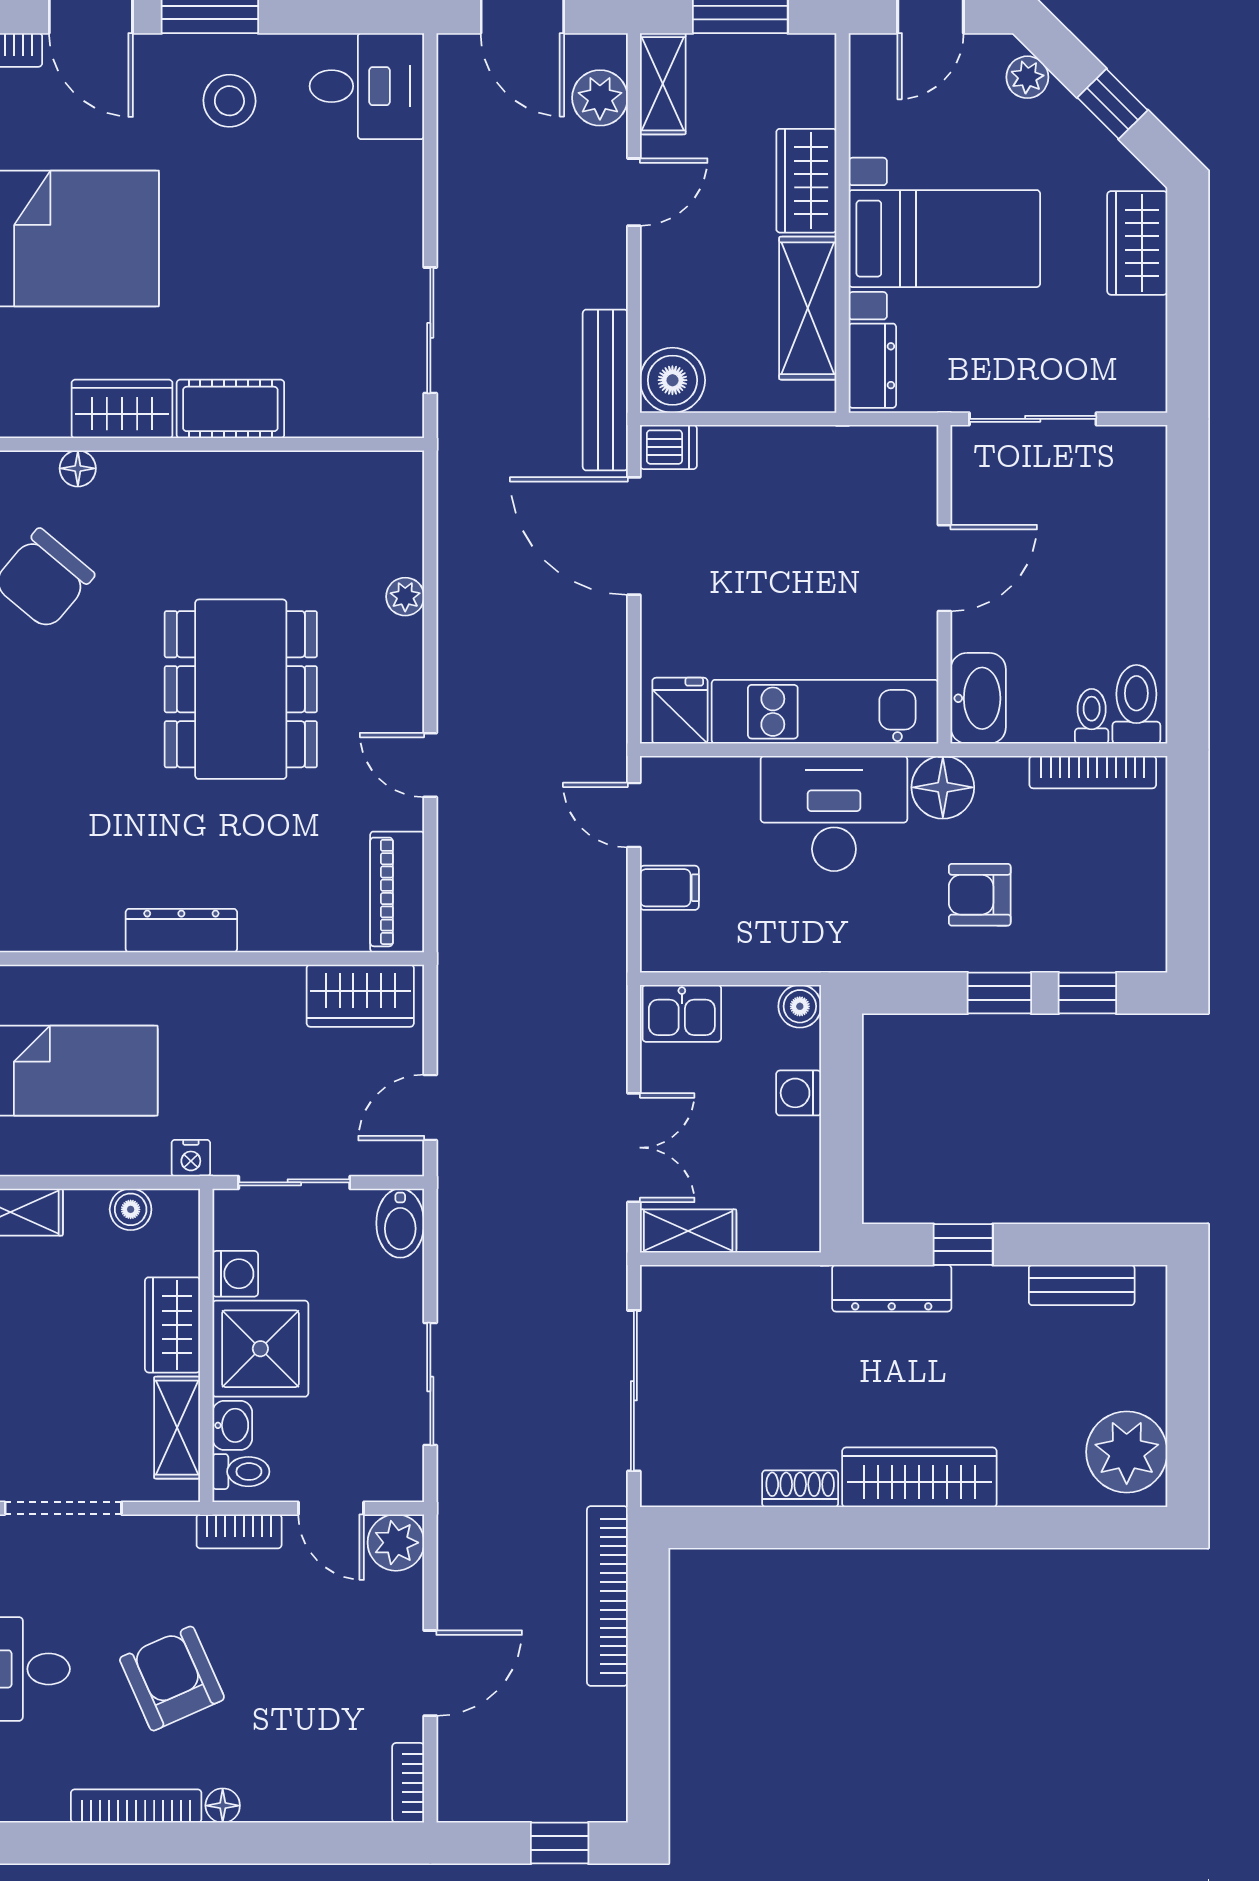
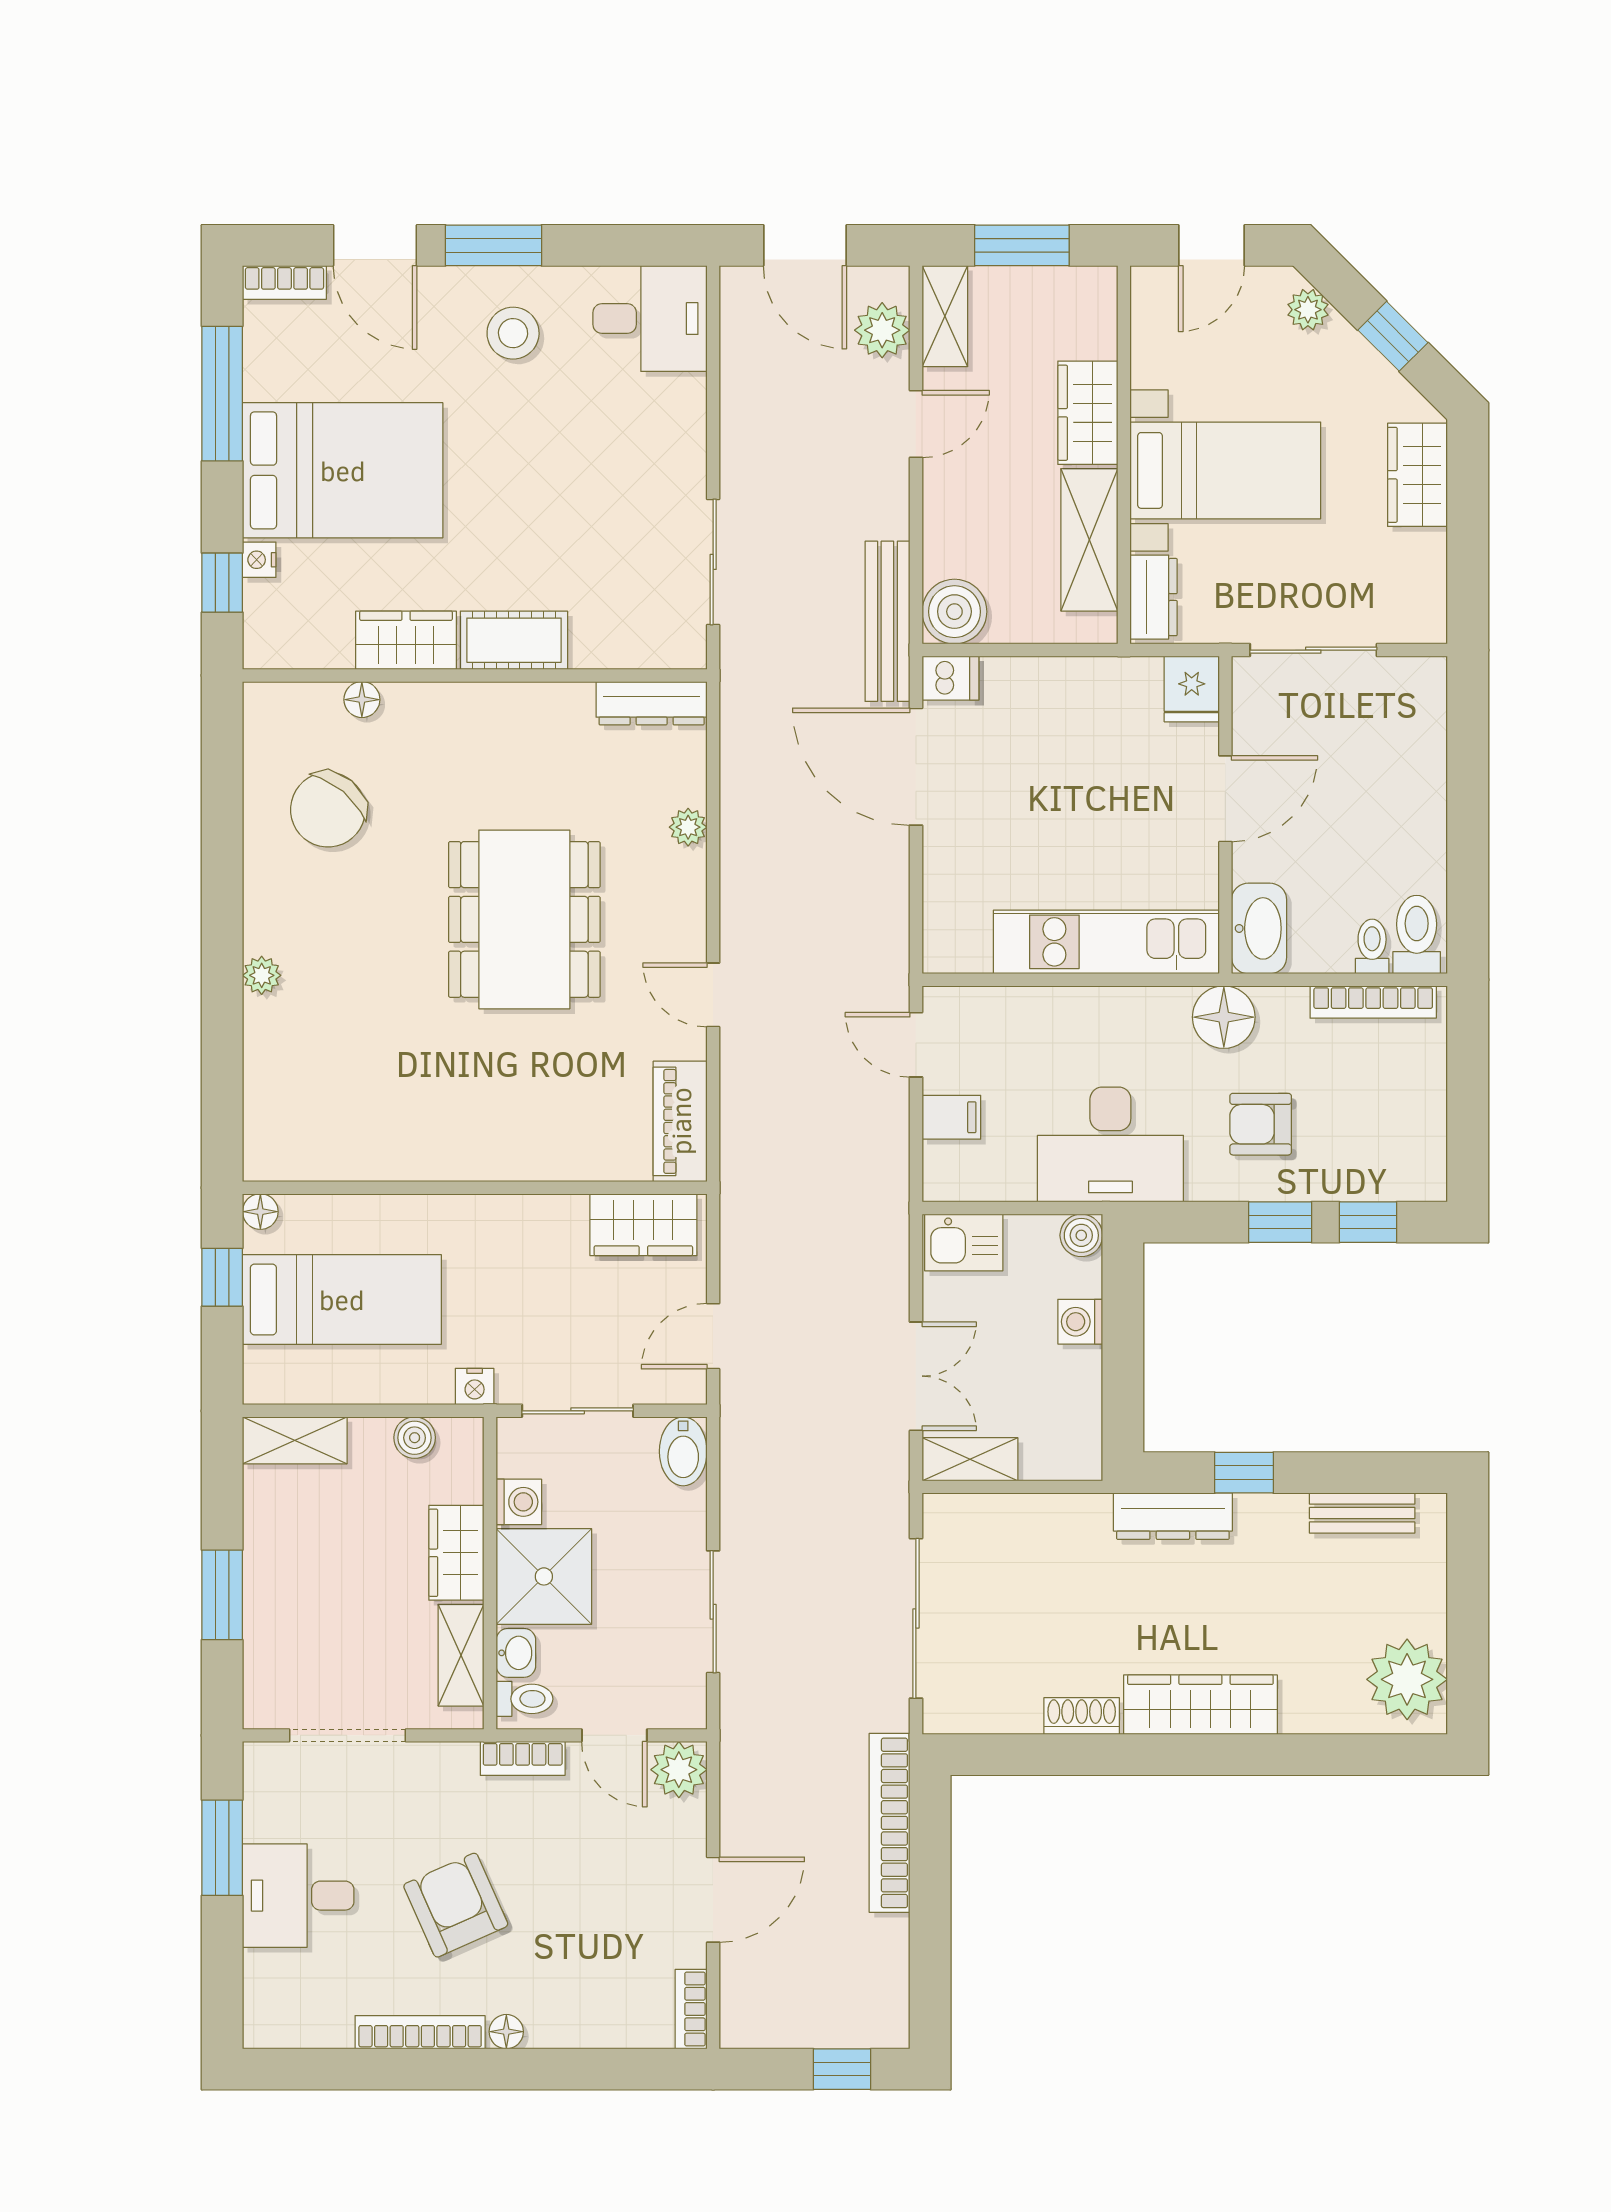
fridge: (680, 711) -> (1192, 689), moved, turned 180
desk: (834, 813) -> (1110, 1144), moved, turned 180
dresser: (181, 931) -> (652, 703), moved, turned 180

